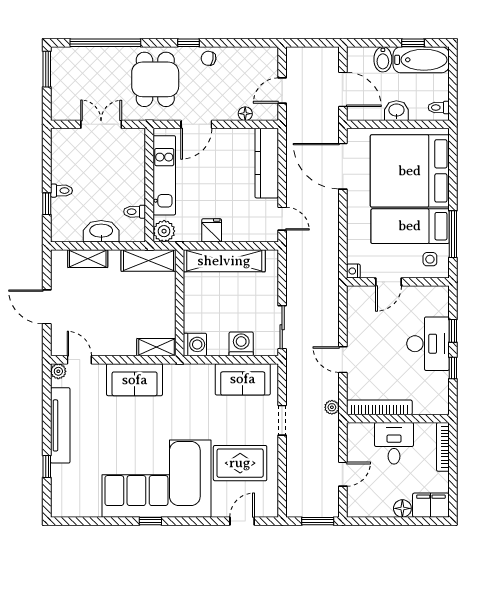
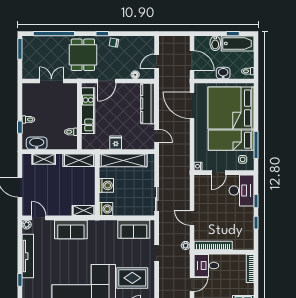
washbasin: (101, 231) -> (37, 143), moved
plant: (164, 231) -> (88, 143), removed
washing machine: (241, 344) -> (106, 185), moved, turned 90
desk: (428, 344) -> (241, 190), moved
desk: (394, 443) -> (206, 266), moved, turned -90

